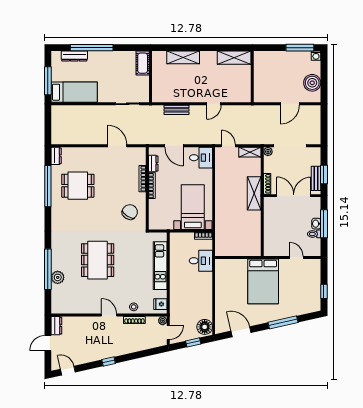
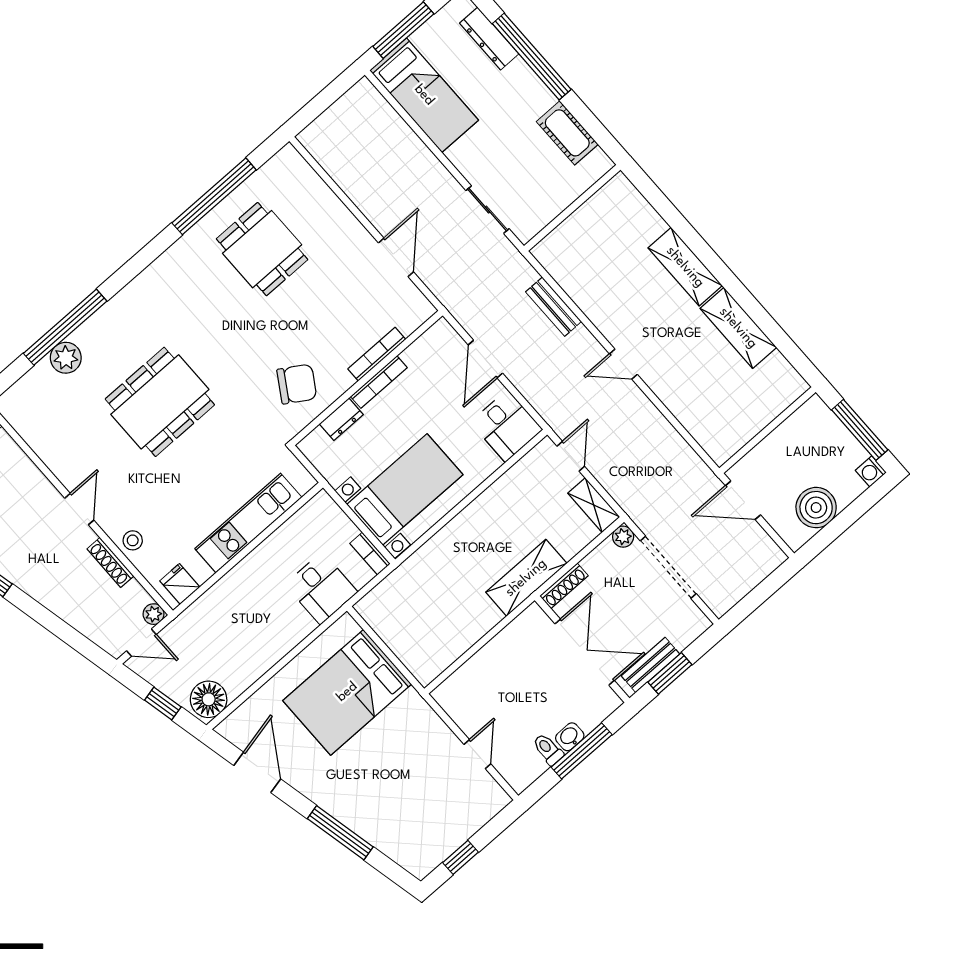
shelving: (183, 57) -> (685, 267), moved
cot: (143, 63) -> (567, 133), moved, turned 90
wall: (252, 77) -> (767, 430), moved
dresser: (56, 156) -> (281, 163), removed
dresser: (153, 163) -> (341, 419), moved
bed: (263, 281) -> (347, 692), moved

